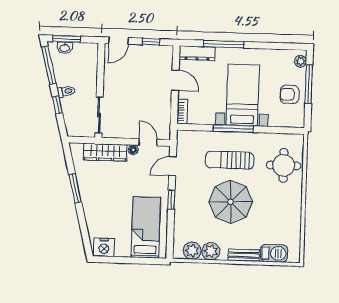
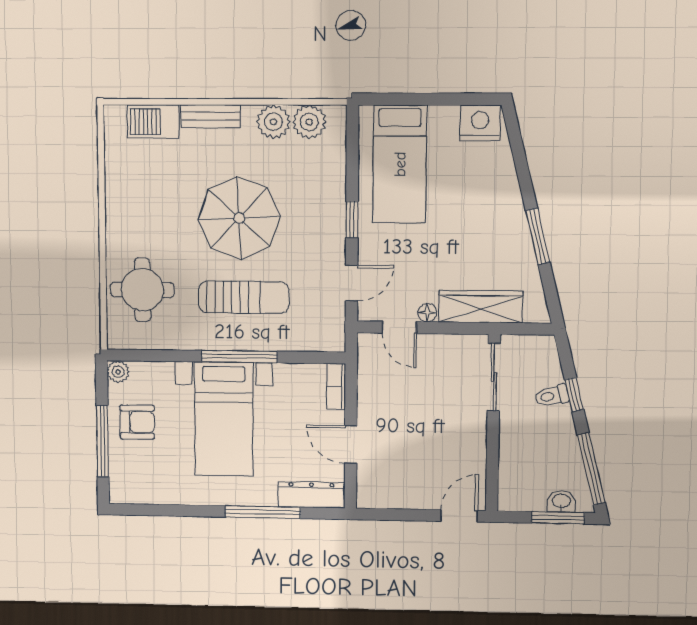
window: (151, 42) -> (398, 515), removed
plant: (301, 61) -> (118, 372), moved
toilet: (66, 91) -> (552, 396), moved

